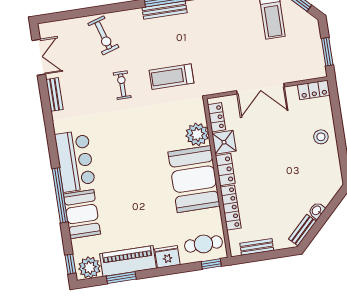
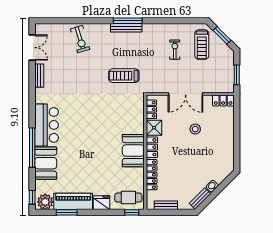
exercise bike: (122, 85) -> (175, 50), moved
plant: (197, 134) -> (136, 119), removed
stool: (321, 137) -> (195, 129), moved
booth: (194, 179) -> (133, 151), width x0.73, depth x0.70

